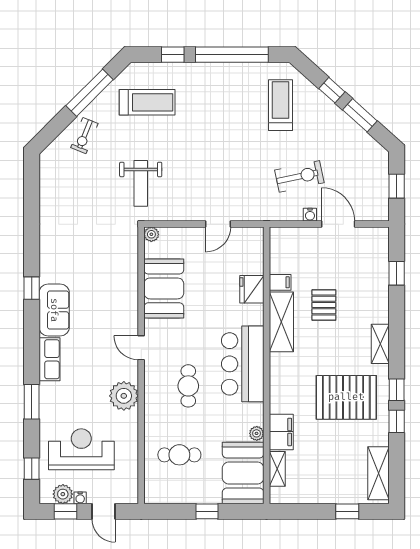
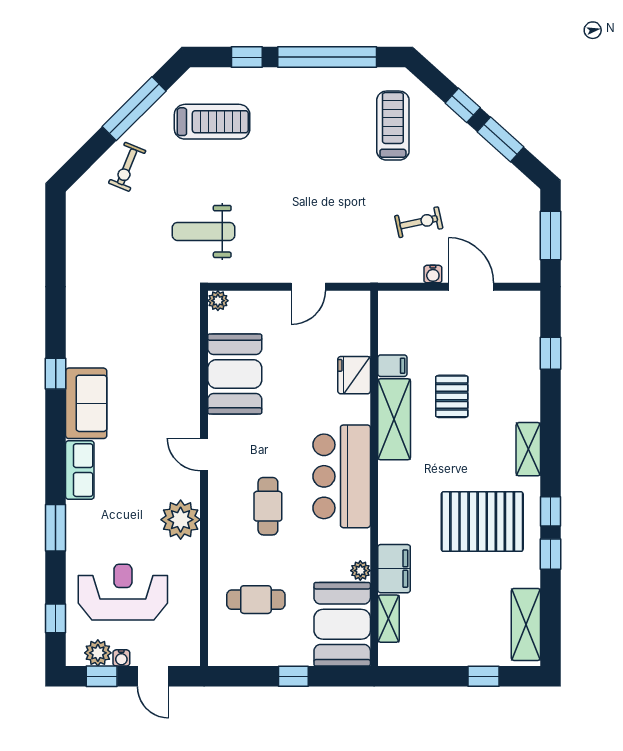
exercise bike: (299, 176) -> (419, 222), width x0.73, depth x0.72
weight bench: (141, 183) -> (204, 231), turned 90
window: (397, 186) -> (550, 235), width x1.50

